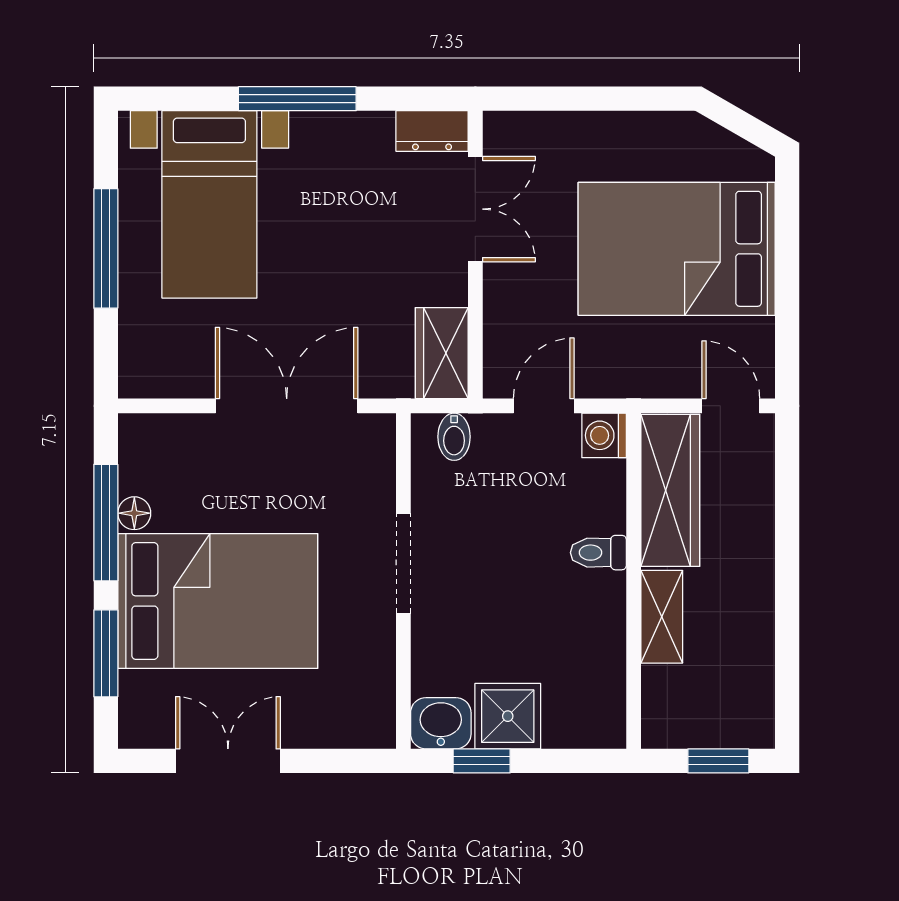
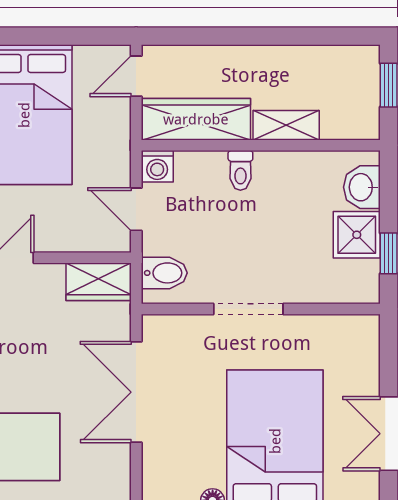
bidet: (454, 437) -> (164, 273), width x1.38, depth x1.36
washbasin: (441, 723) -> (362, 187), moved

